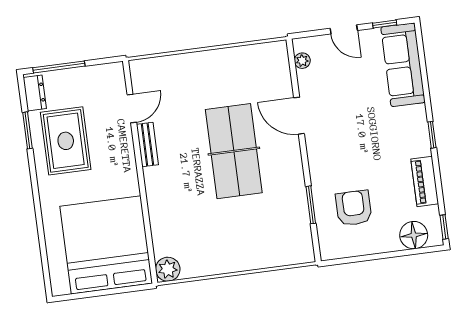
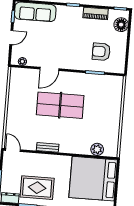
door: (132, 109) -> (13, 150), moved
plant: (168, 269) -> (97, 149), moved

